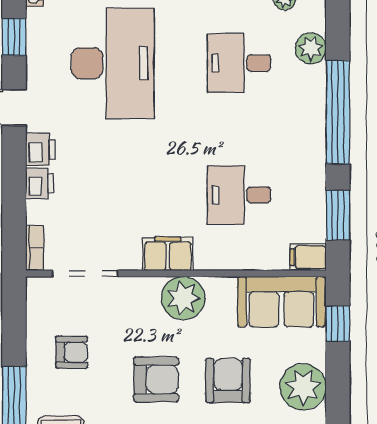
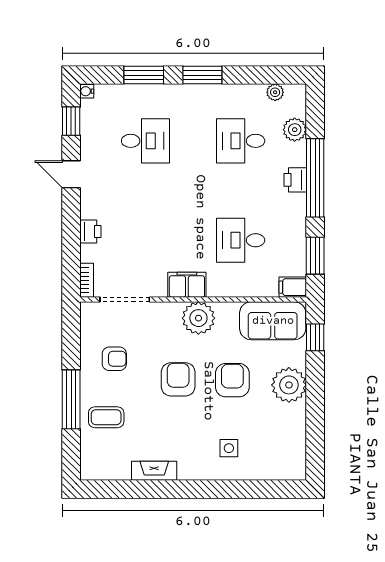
desk: (113, 63) -> (145, 141), width x0.53, depth x0.77
printer: (40, 149) -> (295, 180), moved, turned 180
armchair: (156, 379) -> (178, 379), turned -90

